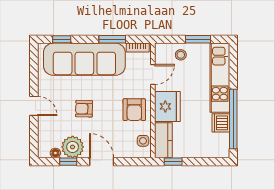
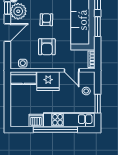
window: (112, 39) -> (98, 27), moved
armchair: (134, 110) -> (47, 47), moved, turned -90
window: (233, 119) -> (55, 130), moved
window: (173, 162) -> (7, 85), removed

